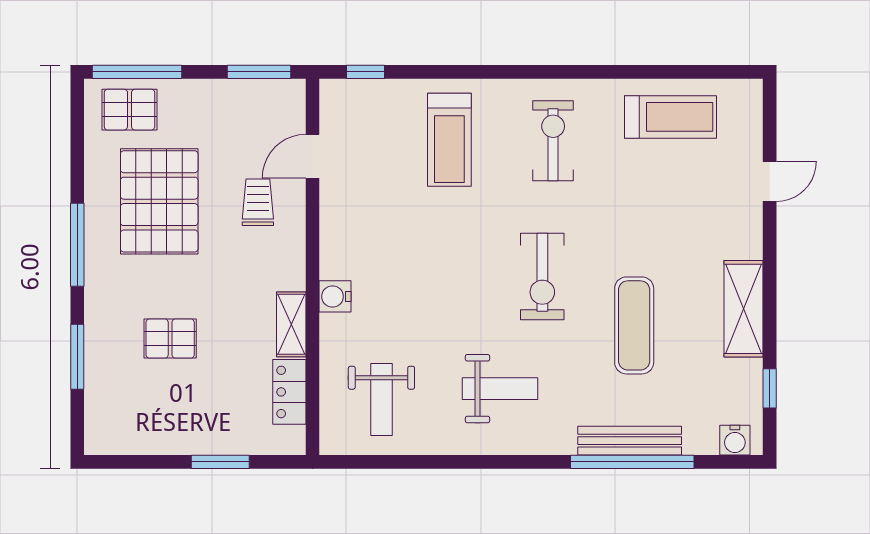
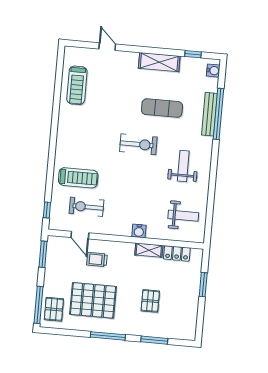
treadmill: (670, 117) -> (77, 85), turned 180
exercise bike: (553, 141) -> (86, 207), moved

